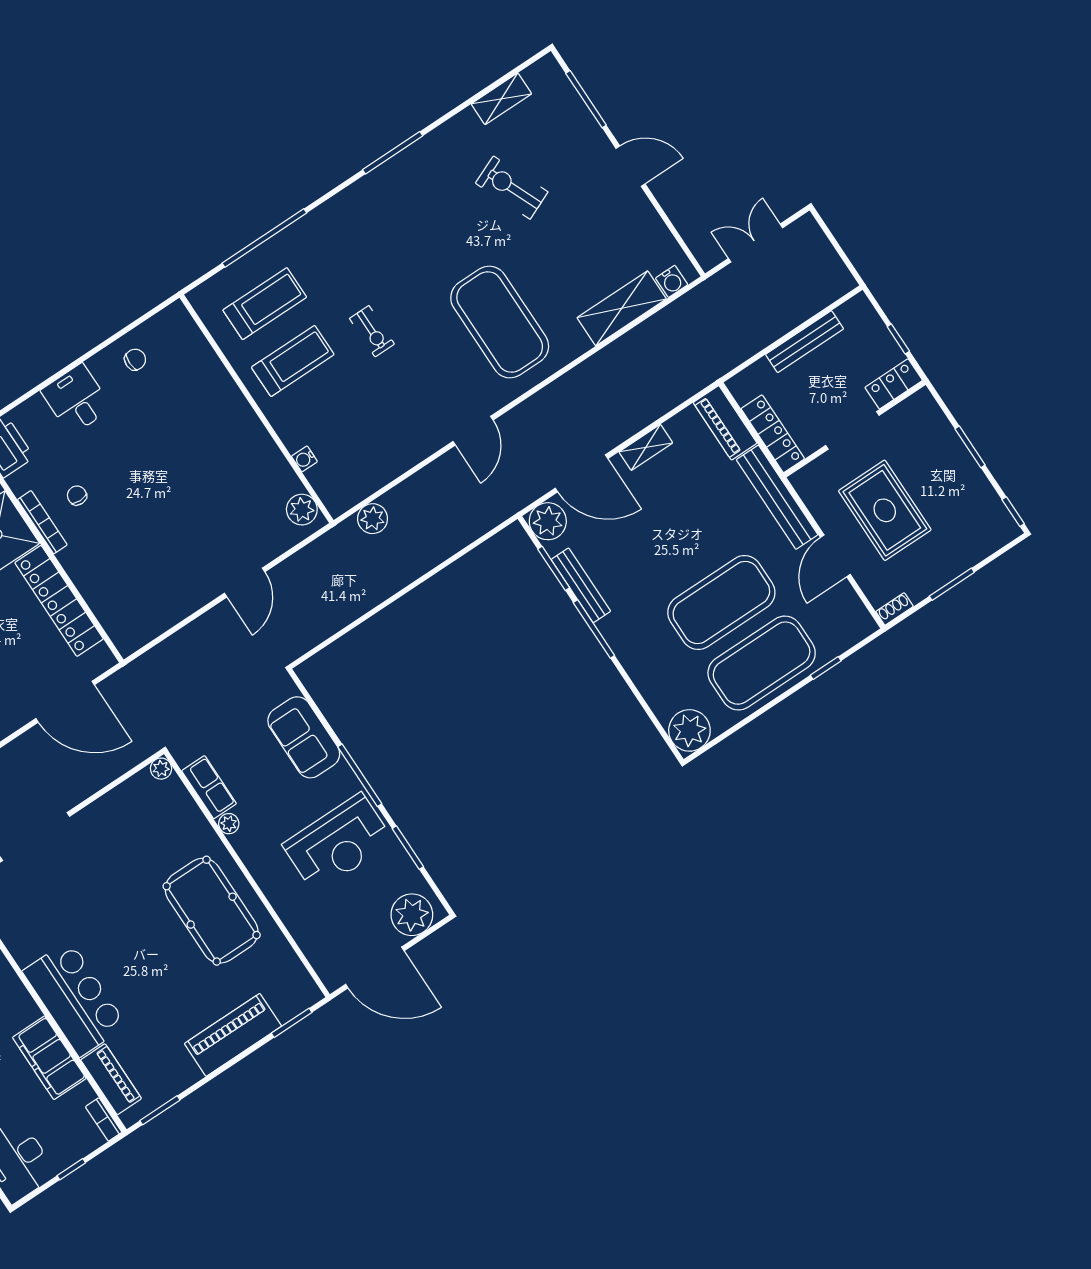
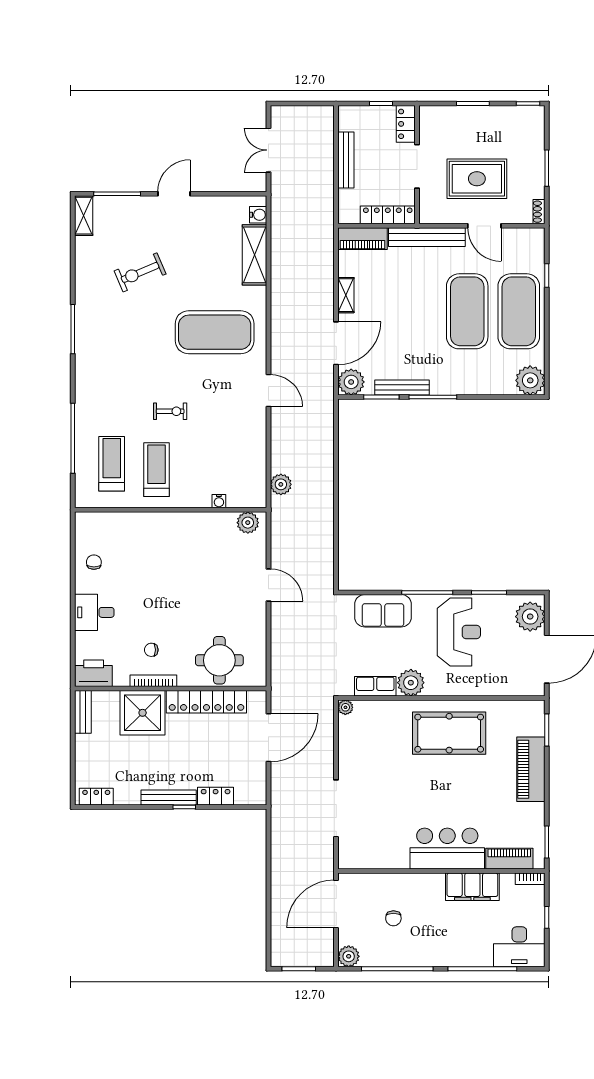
shelving: (501, 99) -> (84, 216), moved
round table: (118, 584) -> (219, 660), added
plant: (229, 824) -> (411, 683), width x1.88, depth x1.88

